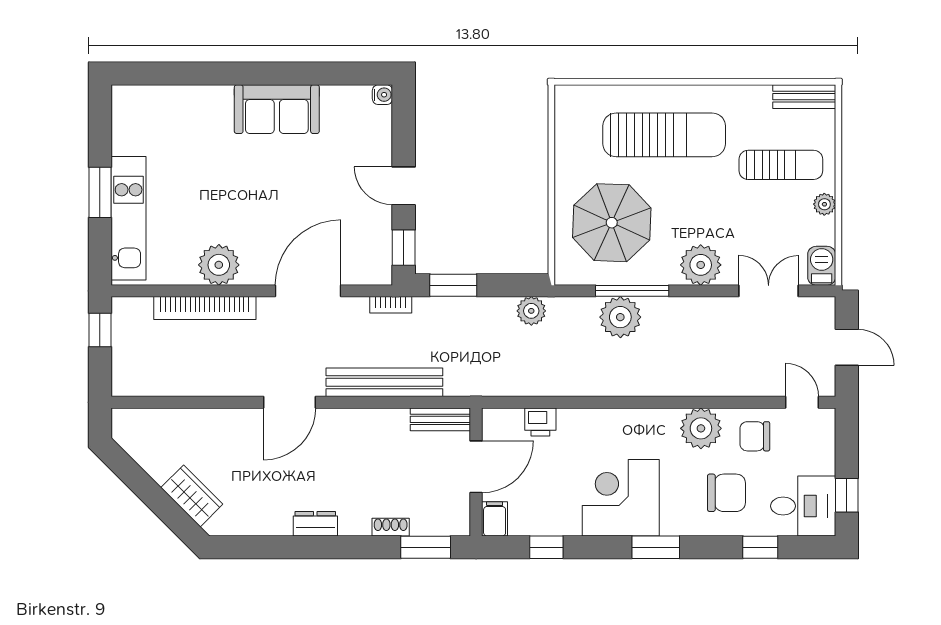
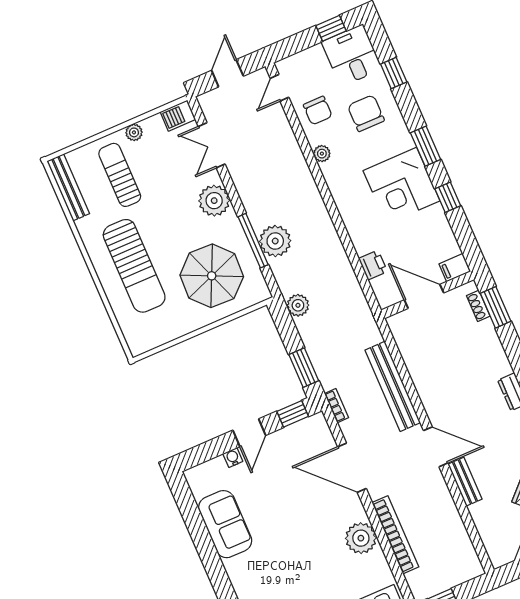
water cooler: (382, 95) -> (233, 458), moved
bench: (804, 97) -> (68, 187), width x1.36
sofa: (277, 109) -> (225, 524), moved
sun lounger: (664, 135) -> (134, 266), turned 180
bench: (440, 419) -> (465, 482), moved
plant: (701, 428) -> (322, 154), width x0.53, depth x0.53
shoe rack: (391, 527) -> (478, 306), moved
window: (546, 547) -> (448, 197), moved

